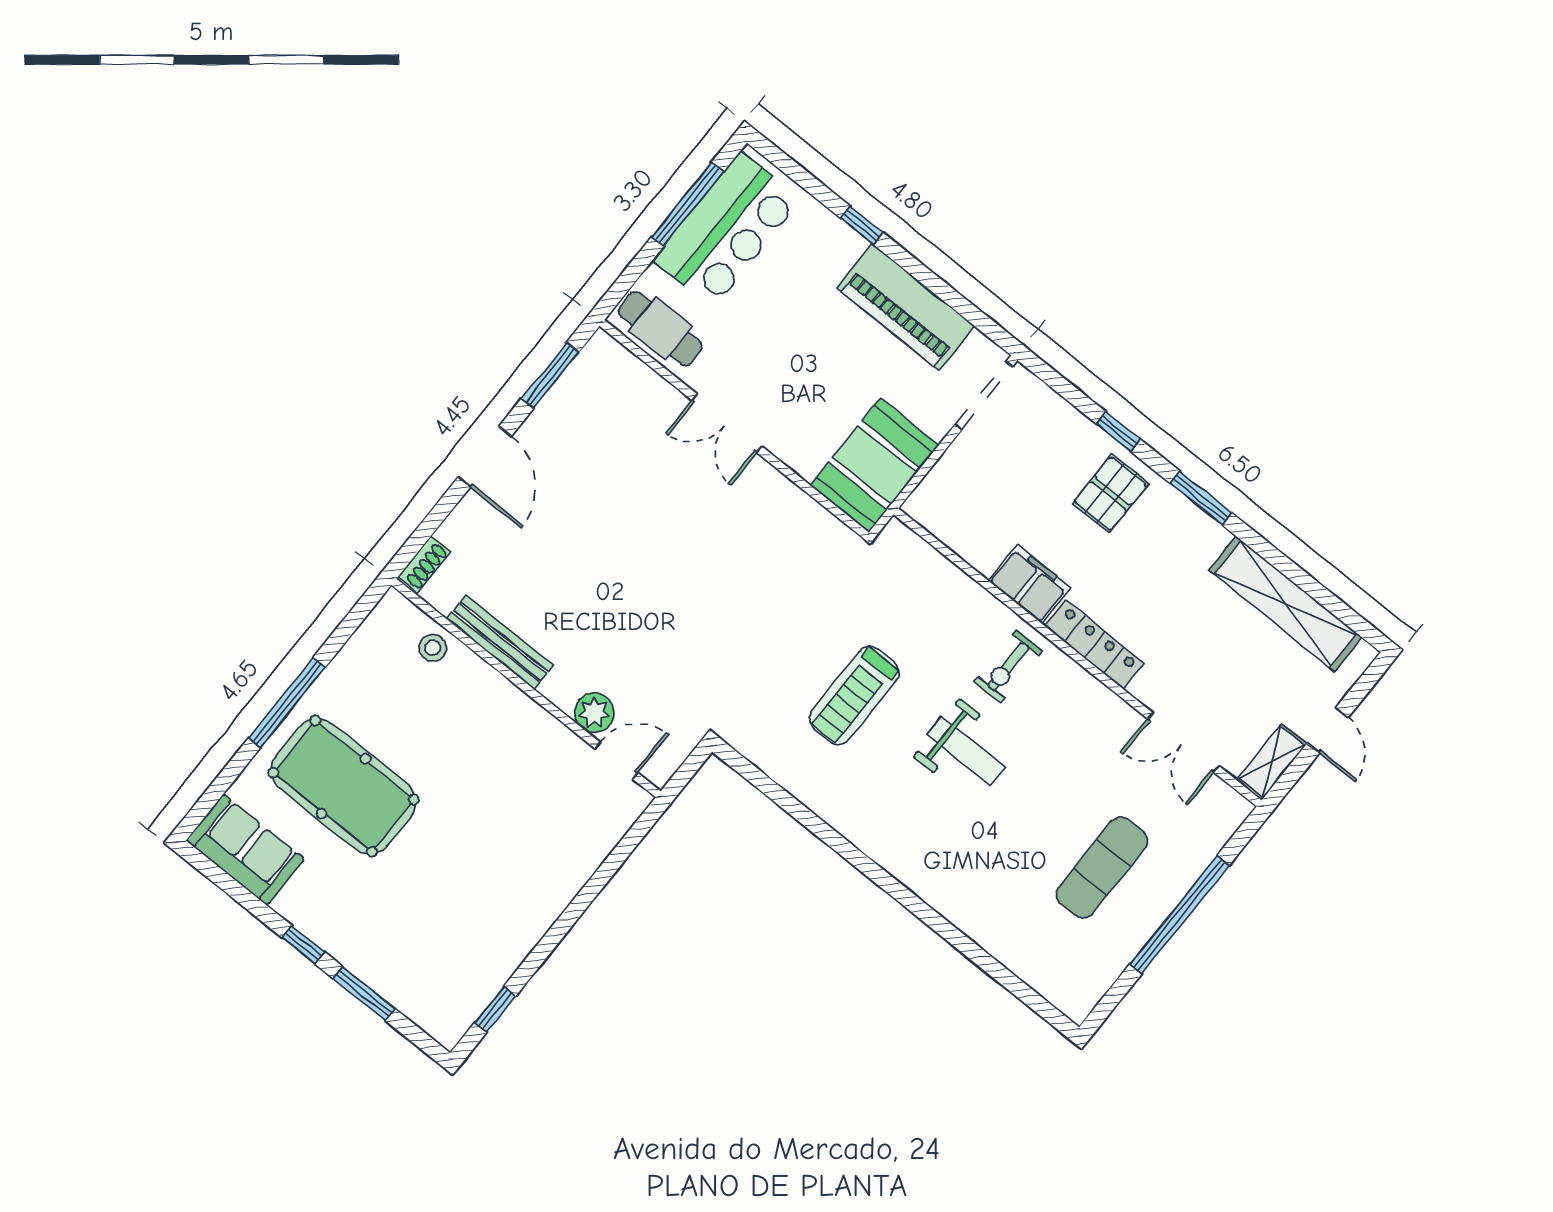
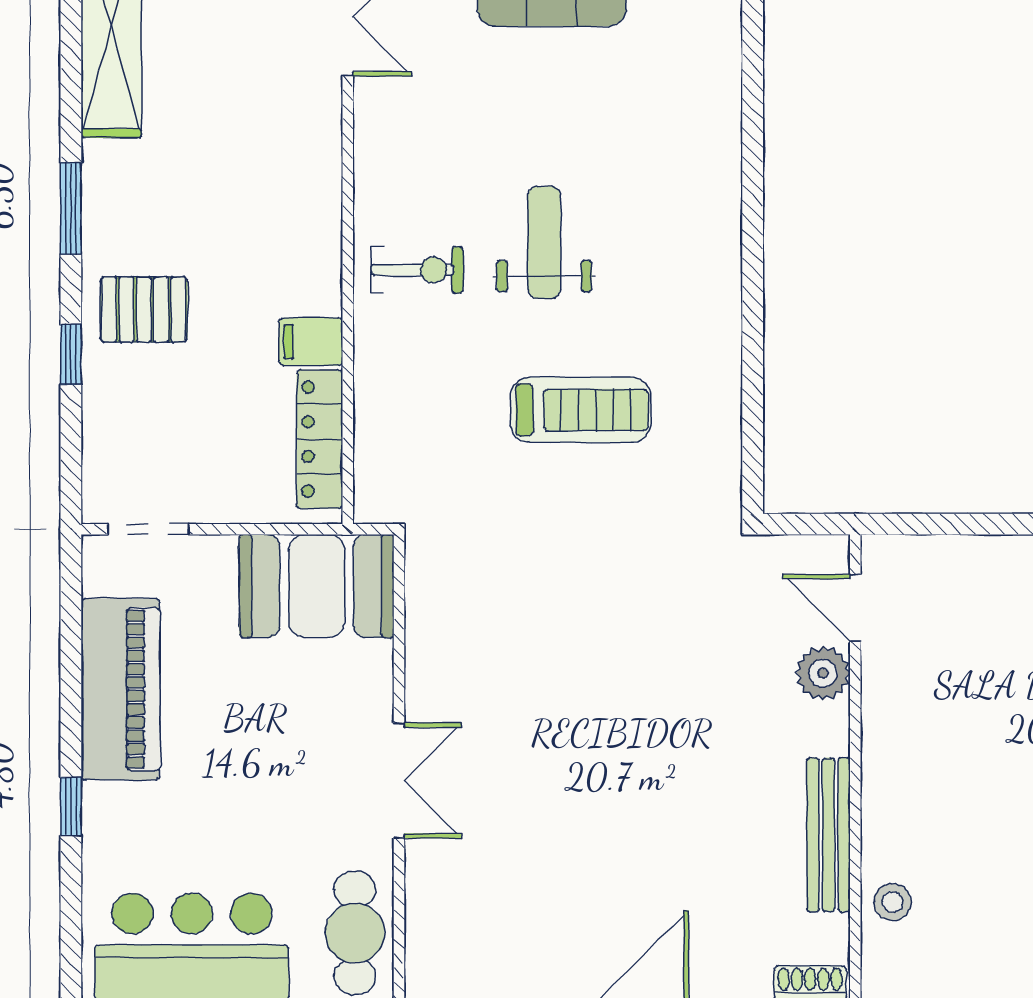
doorway: (984, 396) -> (148, 529), width x0.73
filing cabinet: (1030, 584) -> (311, 342), width x0.50
locker: (1094, 645) -> (320, 439), moved

